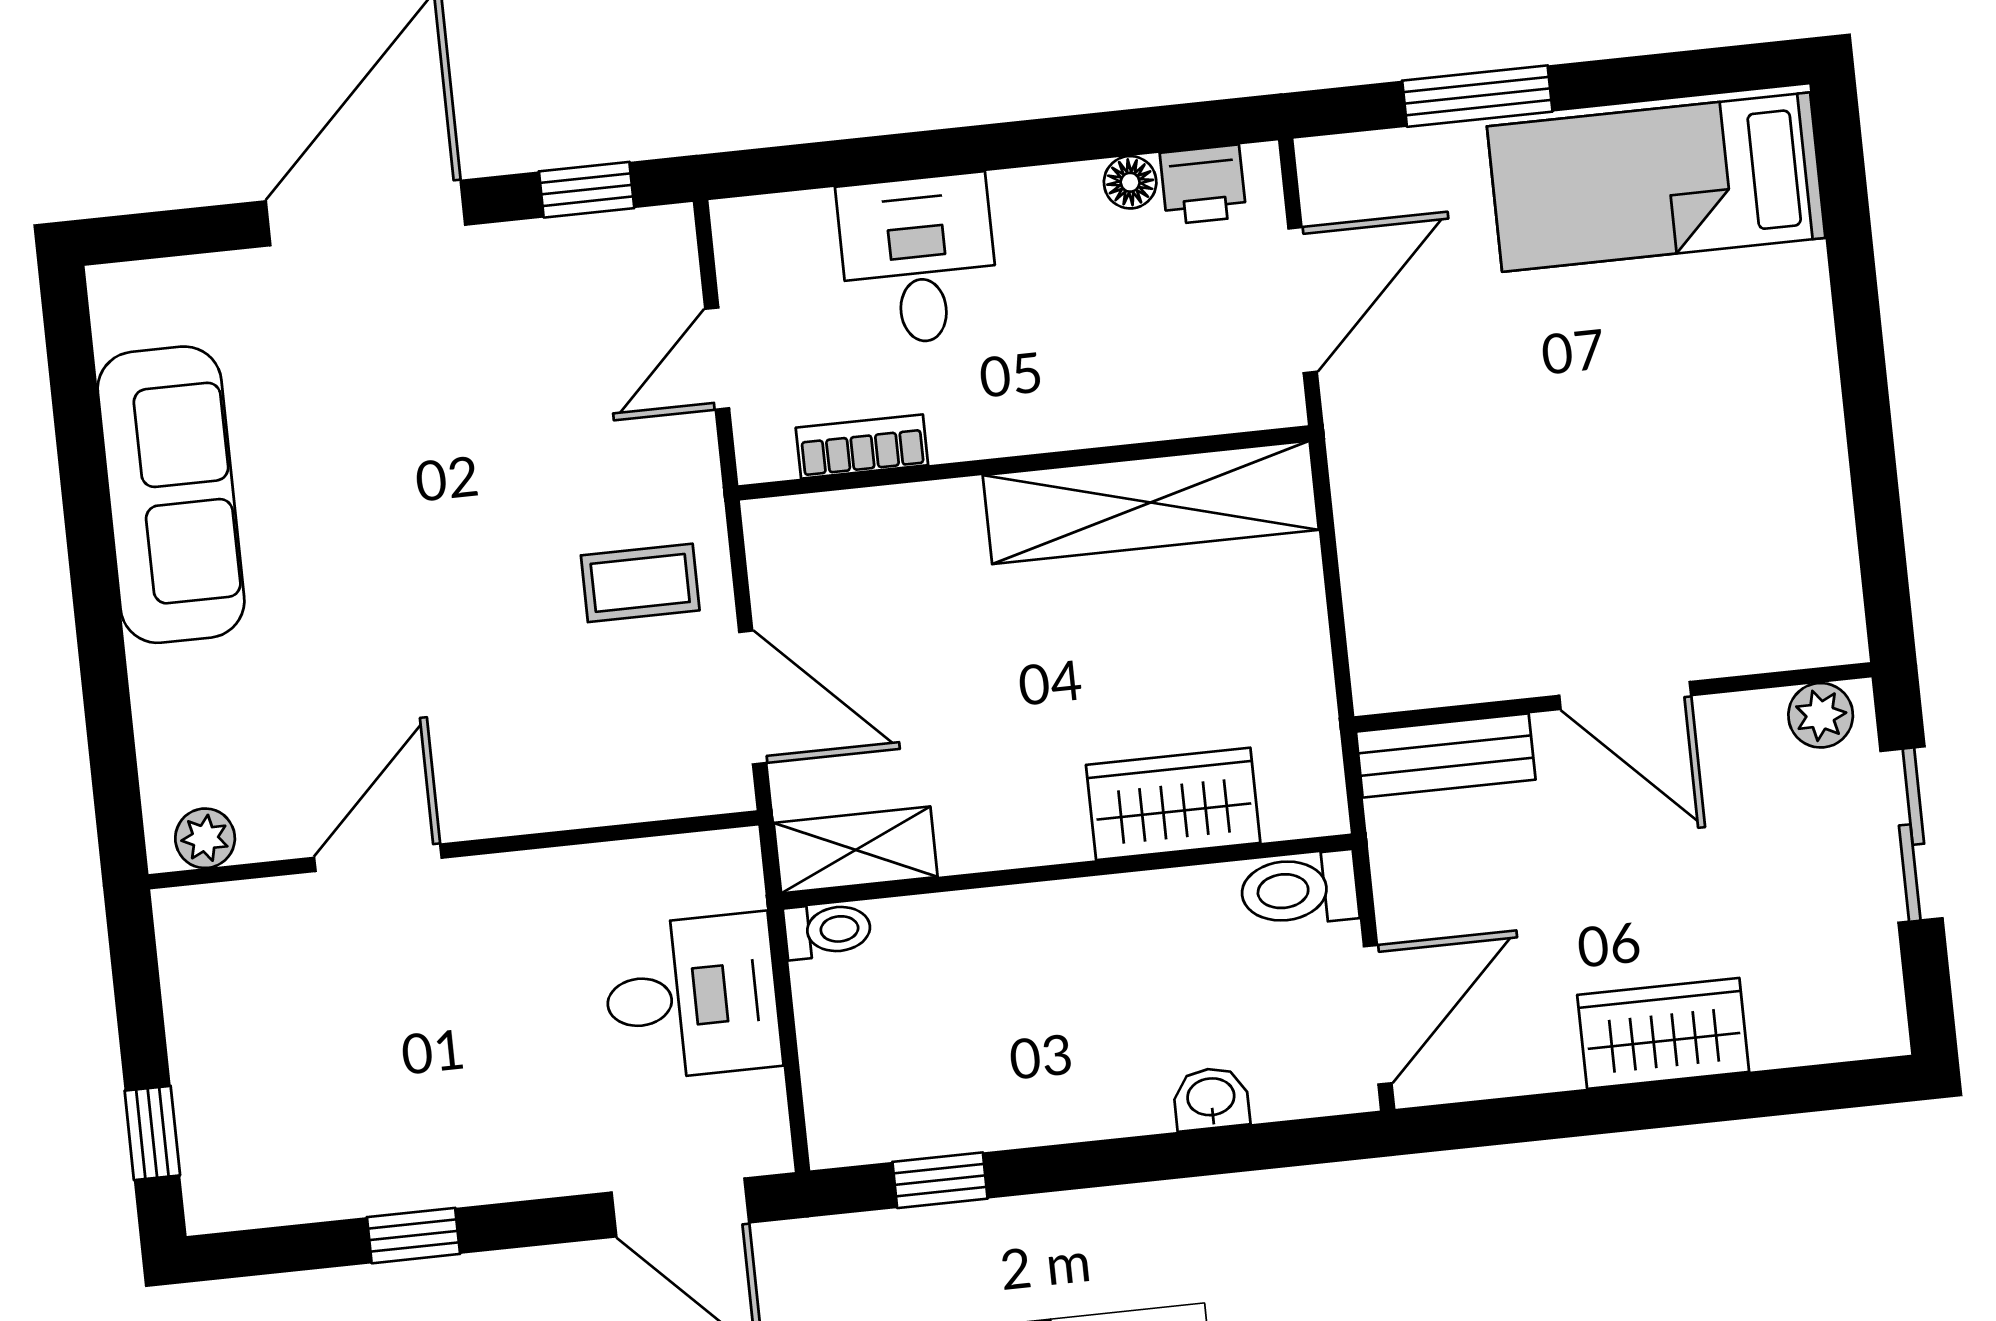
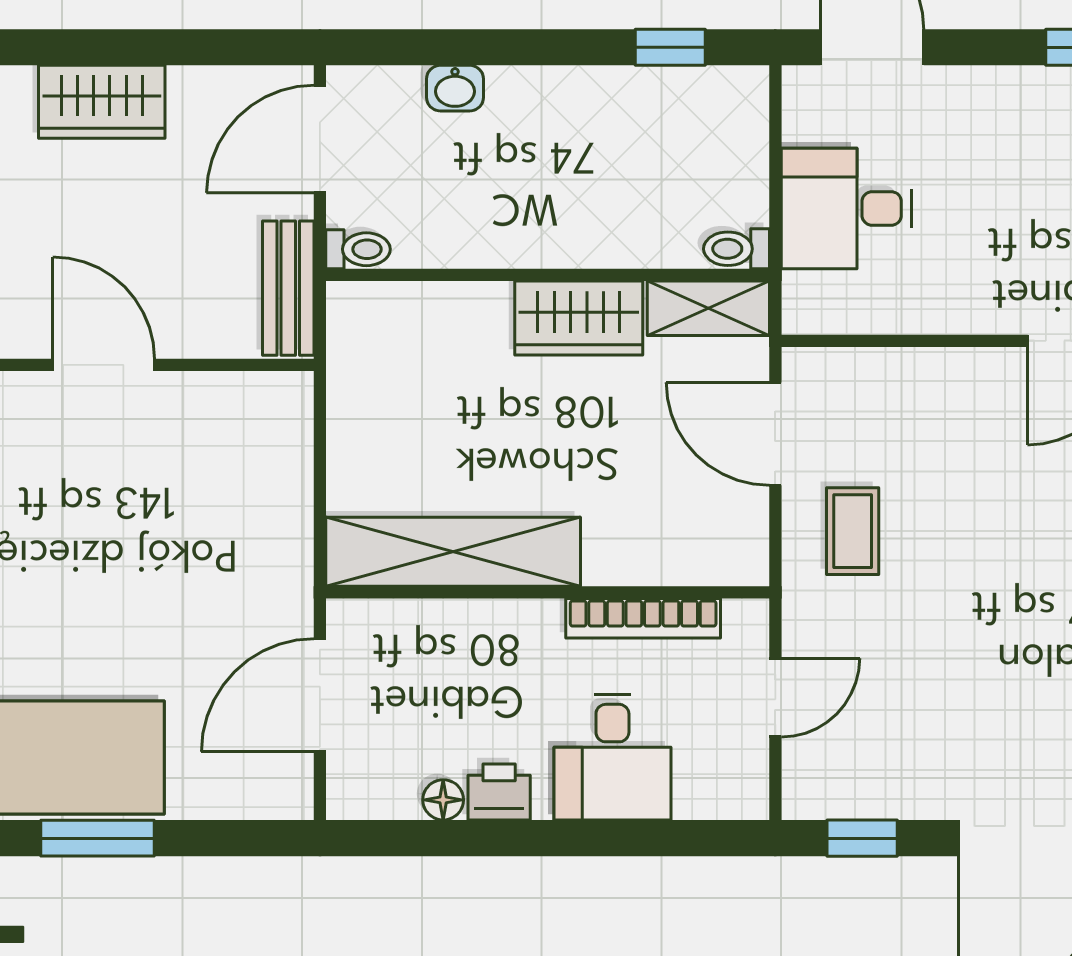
window: (1477, 96) -> (98, 838), moved
printer: (1203, 185) -> (499, 792), moved
bookcase: (862, 446) -> (643, 618), width x1.56
coffee table: (640, 583) -> (853, 531), turned 90
bench: (1446, 756) -> (288, 288), moved, turned 90
wardrobe: (1173, 804) -> (579, 318), moved
toilet: (1299, 889) -> (358, 249), width x0.73, depth x0.72

